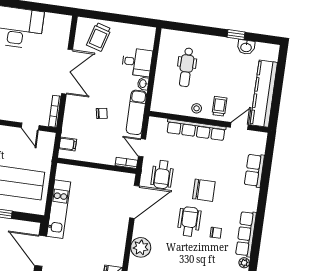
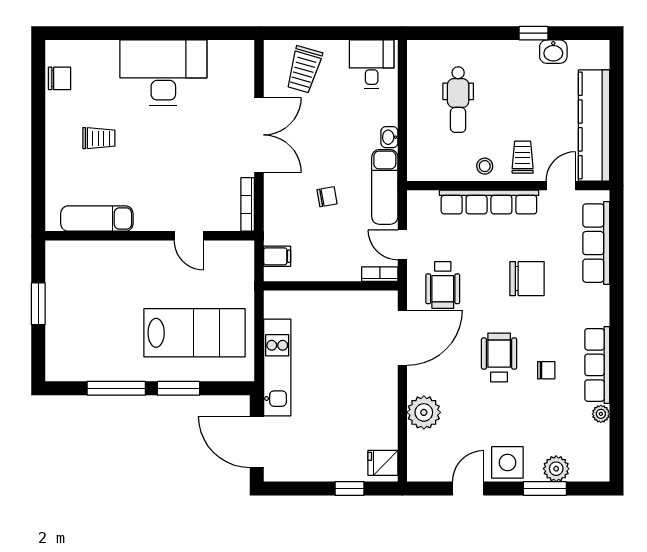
desk: (137, 62) -> (372, 64), moved, turned -90
door: (30, 127) -> (189, 236), moved
row of seats: (254, 170) -> (596, 243), width x1.48
chair: (204, 190) -> (527, 279), moved

